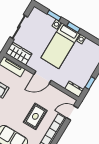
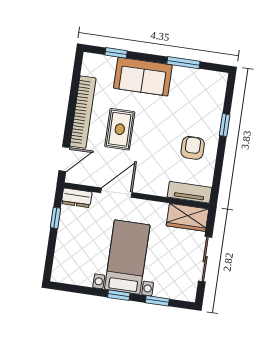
door: (42, 77) -> (116, 193), moved

